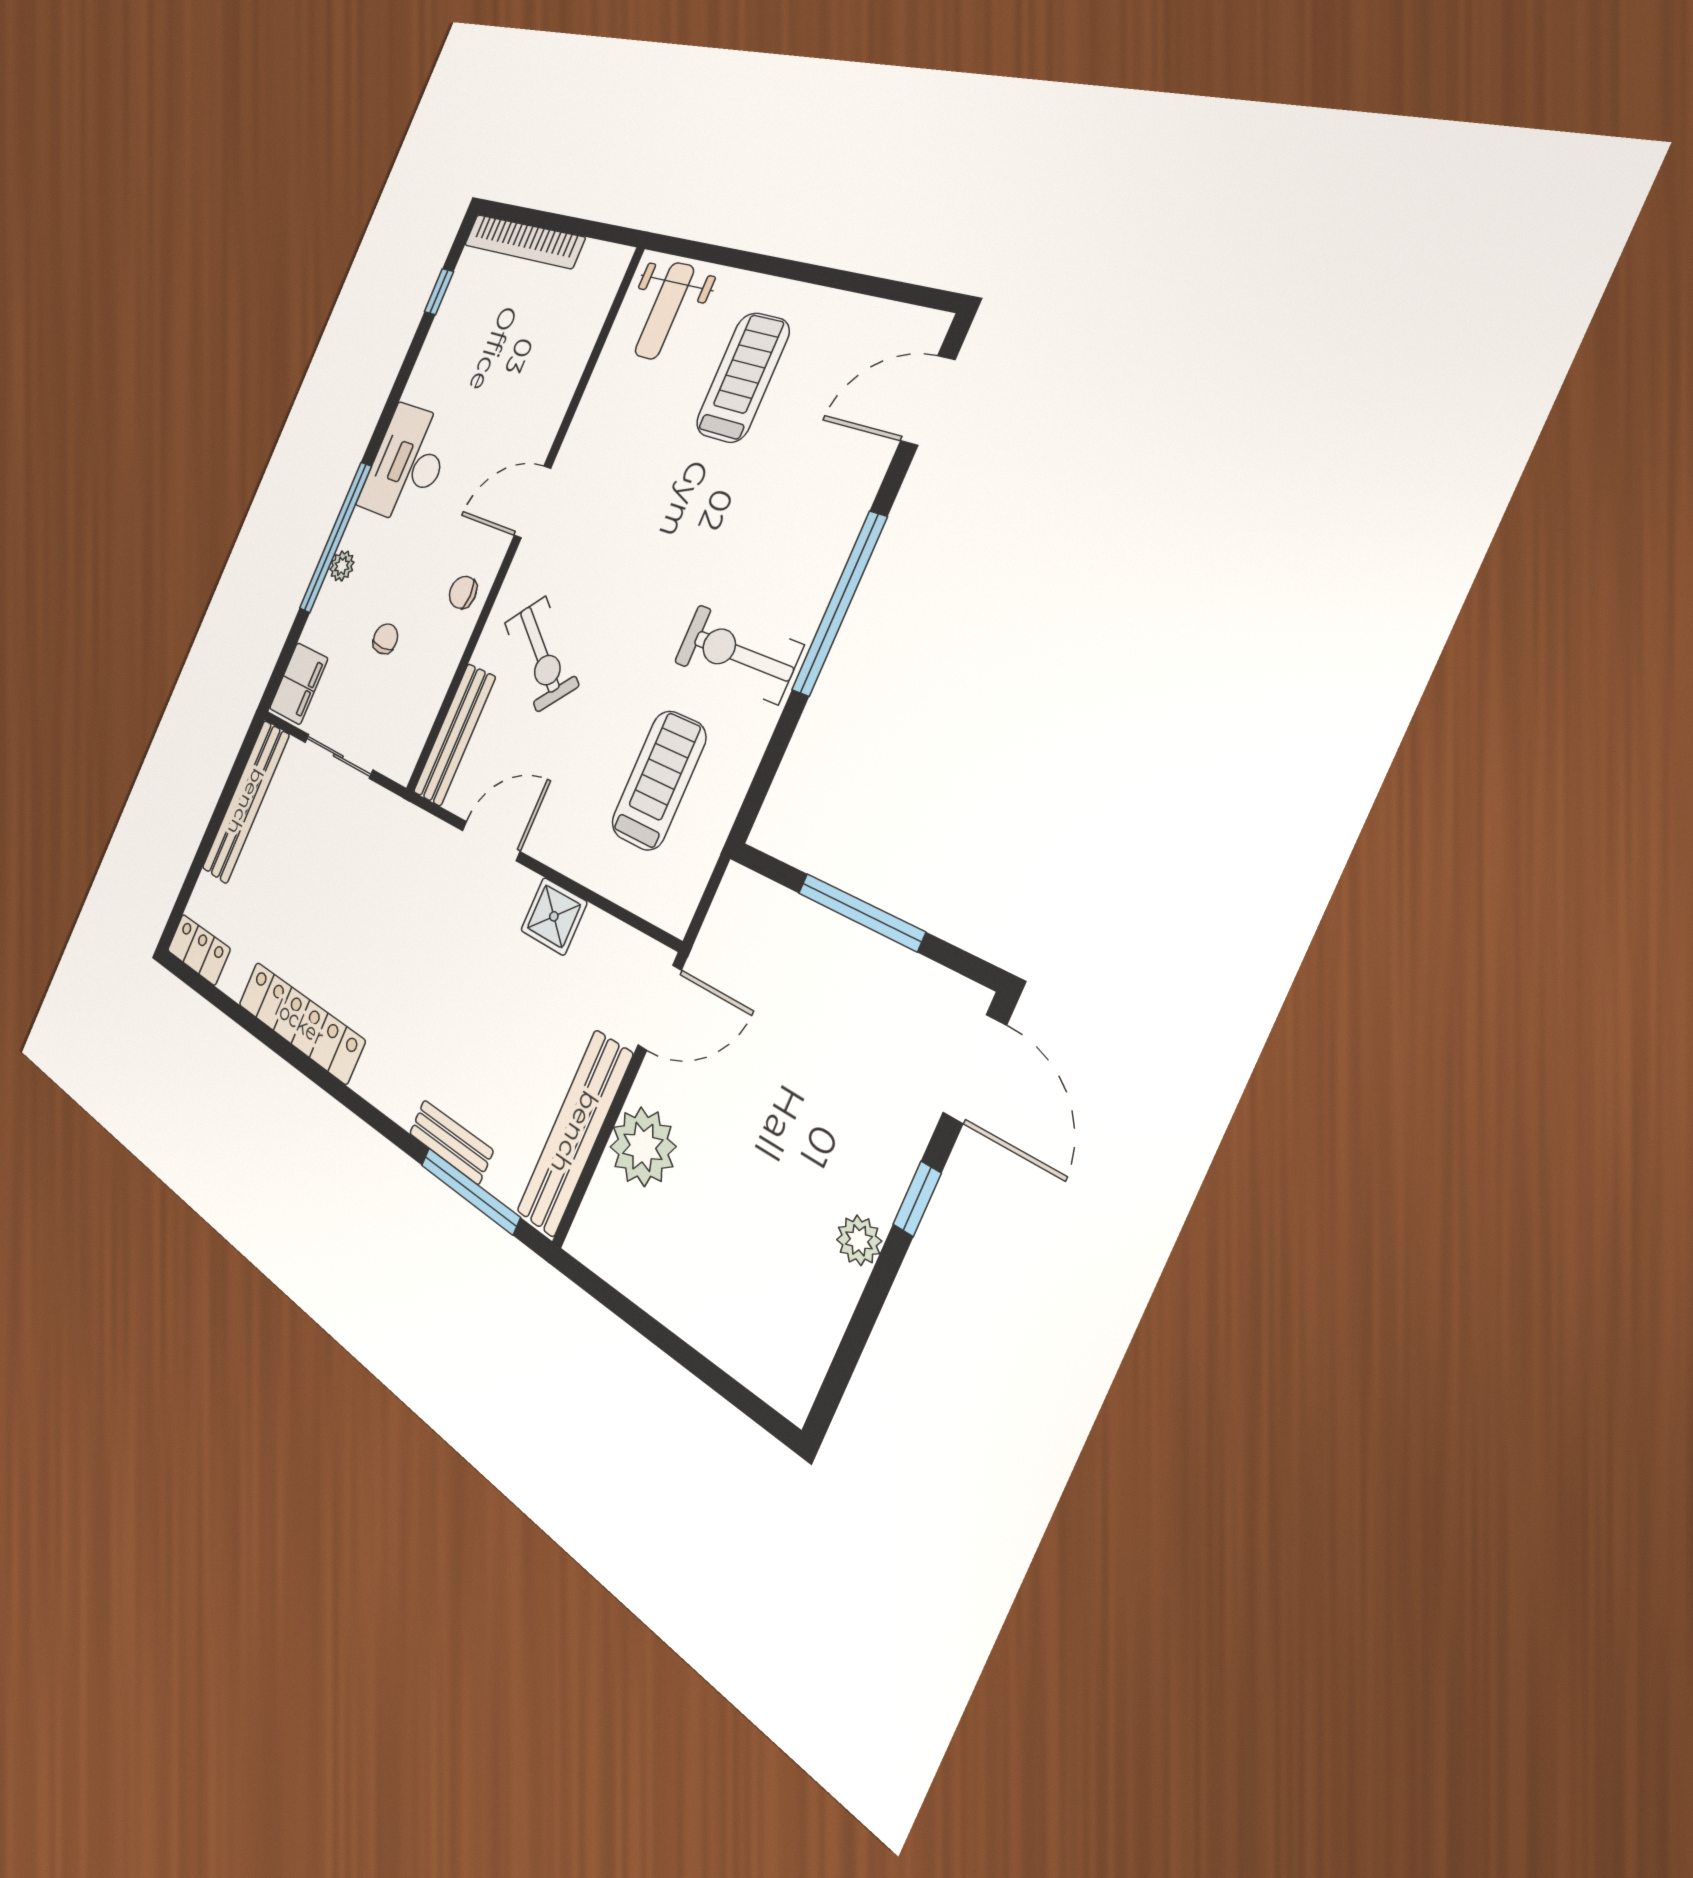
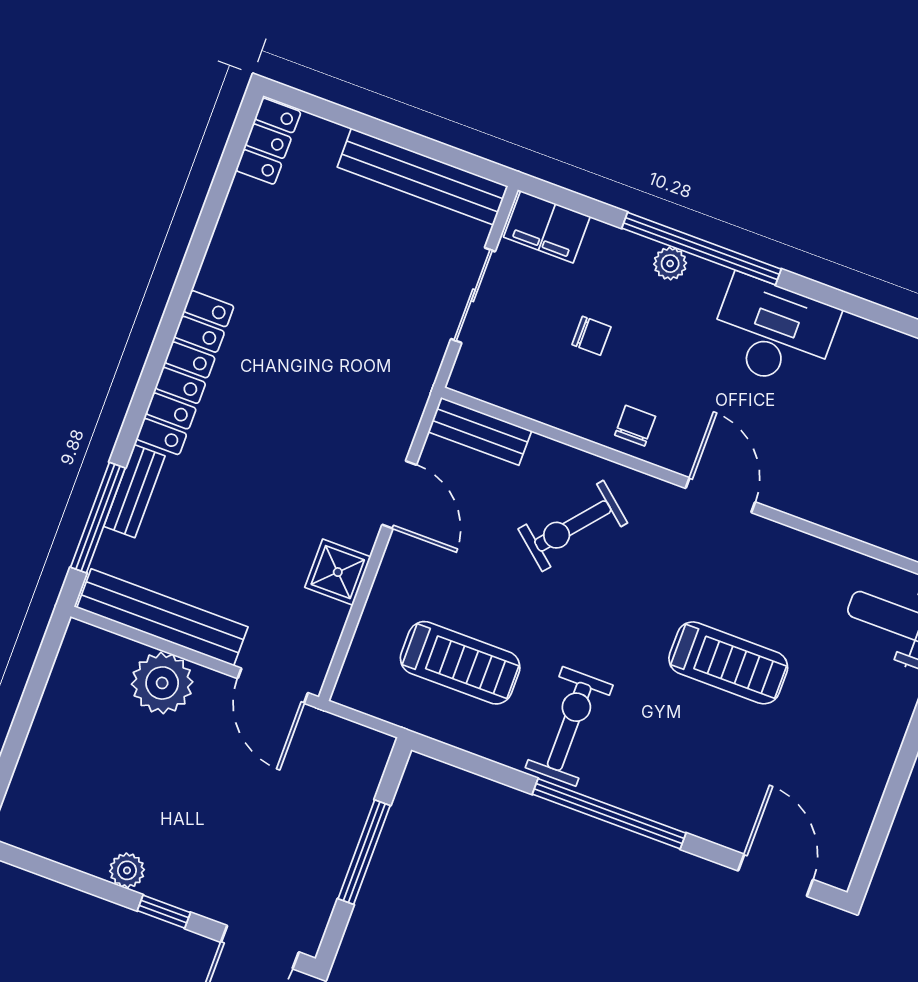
treadmill: (743, 378) -> (728, 663), moved
bench: (454, 735) -> (480, 431), width x0.73
locker: (300, 1022) -> (185, 373), moved

